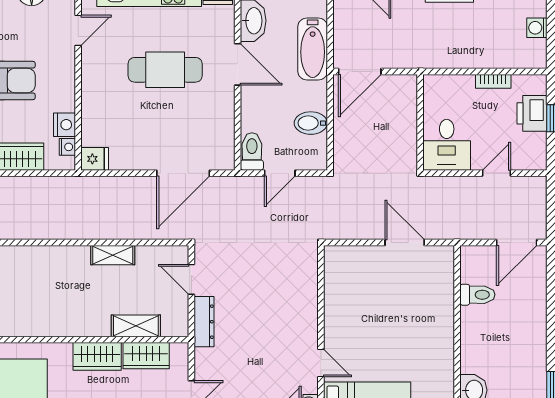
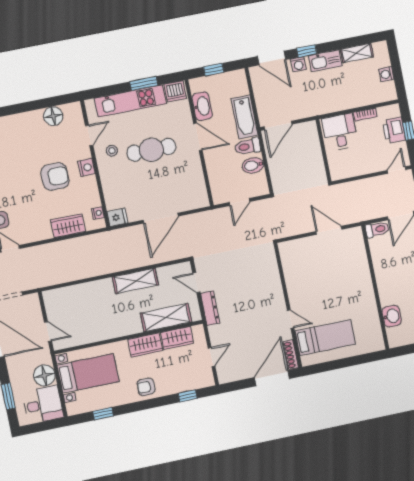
stool: (107, 59) -> (112, 151), added
nightstand: (64, 125) -> (86, 167), moved
desk: (447, 145) -> (340, 132), moved, turned 180
toilet: (252, 151) -> (248, 146), moved, turned -90
door: (183, 173) -> (161, 218), moved
door: (496, 173) -> (396, 170), moved
shelving: (113, 255) -> (135, 281), width x1.50, depth x1.33
toilet: (477, 295) -> (377, 229), moved
shelving: (136, 326) -> (166, 318), width x1.50, depth x1.33

